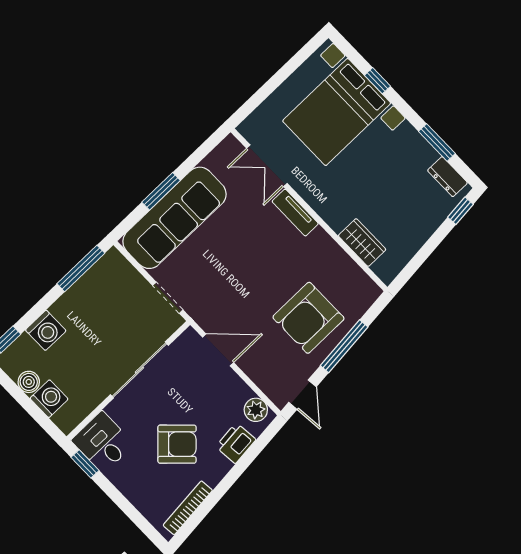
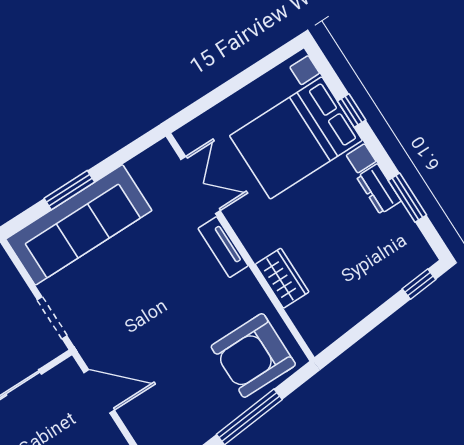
double door: (267, 166) -> (201, 185), swing flipped
dresser: (447, 177) -> (379, 189), moved
wardrobe: (362, 243) -> (282, 278), moved
armchair: (308, 318) -> (253, 355), moved

